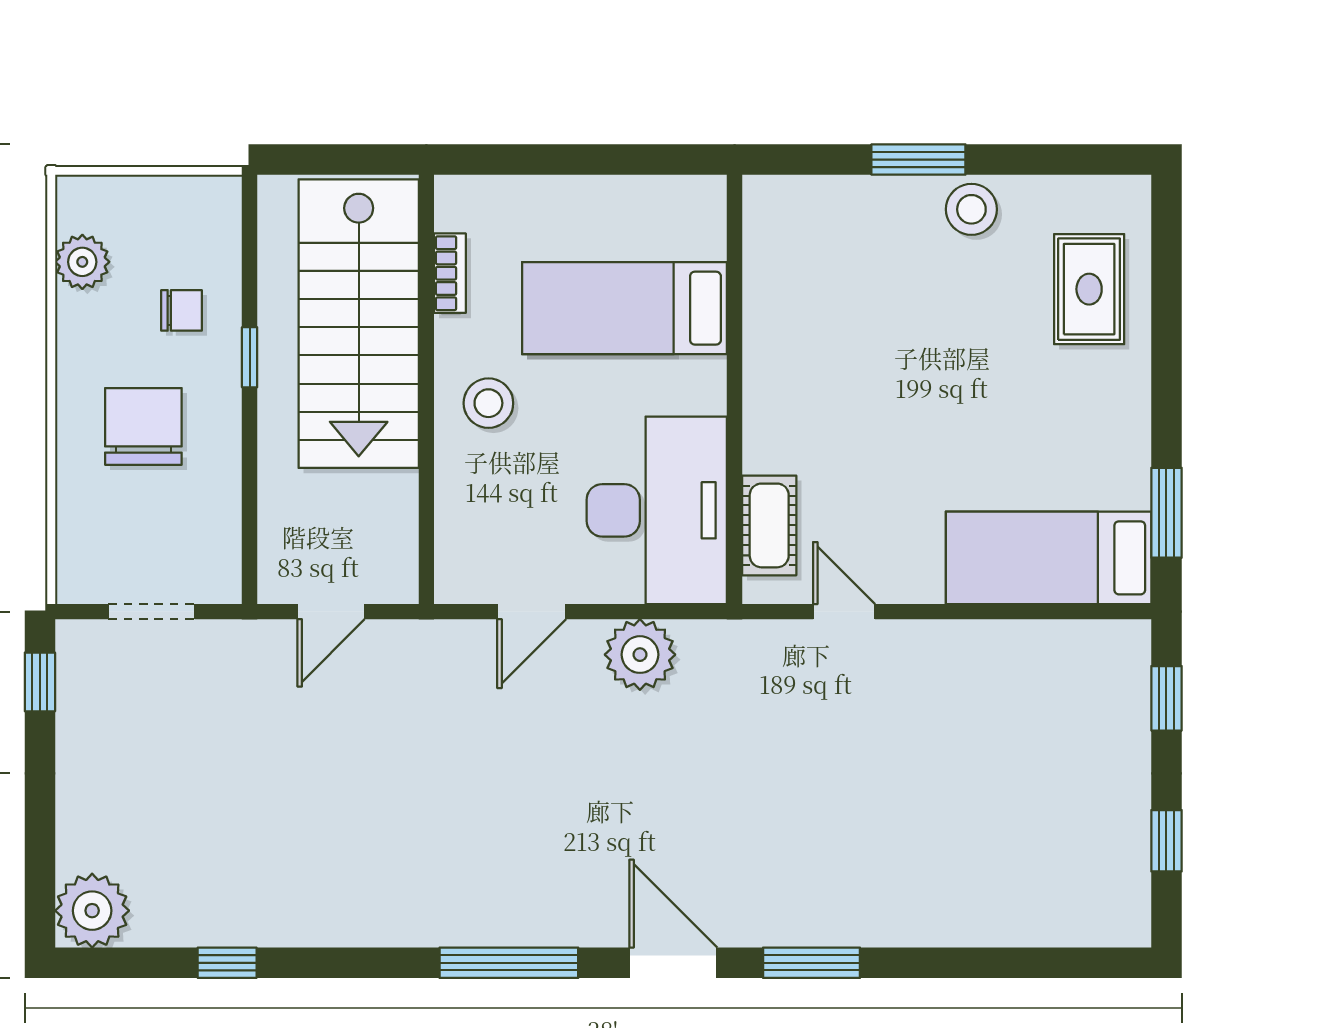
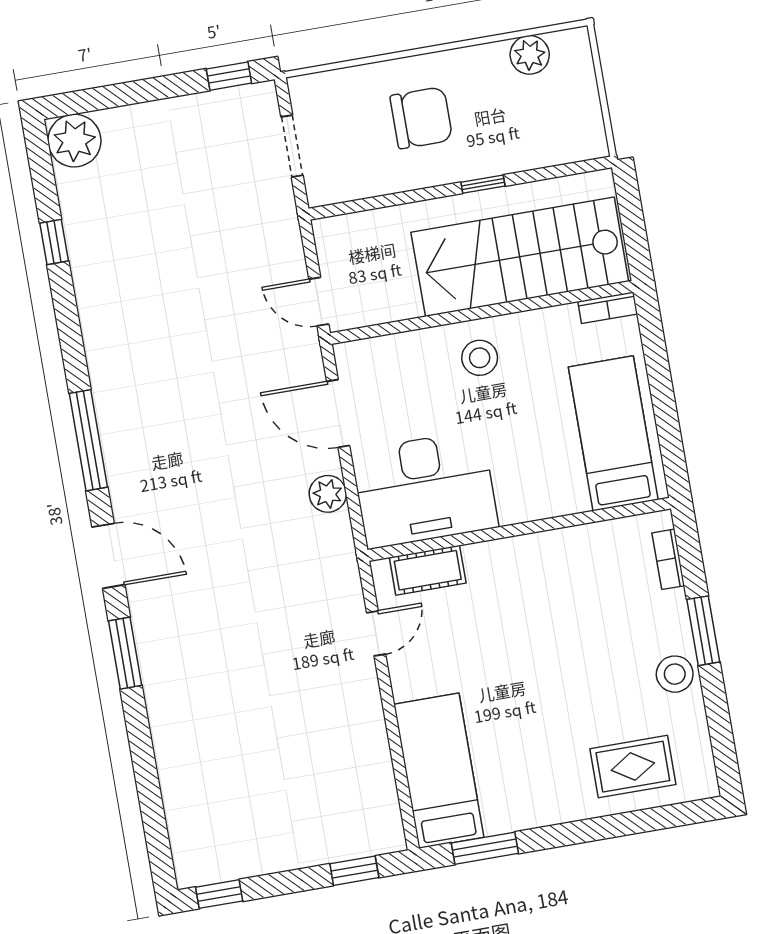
bookcase: (812, 191) -> (668, 559), added
bookcase: (450, 273) -> (608, 308), moved
bed: (625, 308) -> (613, 433), moved
chair: (181, 310) -> (508, 131), removed
door: (331, 612) -> (319, 302), moved
door: (532, 612) -> (338, 414), width x1.37
plant: (640, 655) -> (328, 494), width x0.73, depth x0.73
window: (1166, 841) -> (219, 894), moved
door: (673, 963) -> (108, 556), hinge flipped

